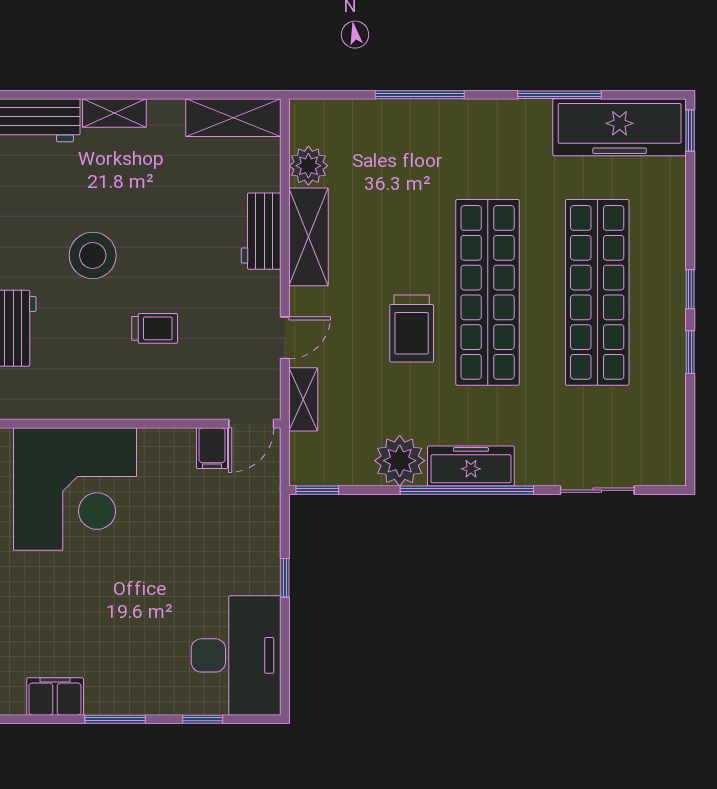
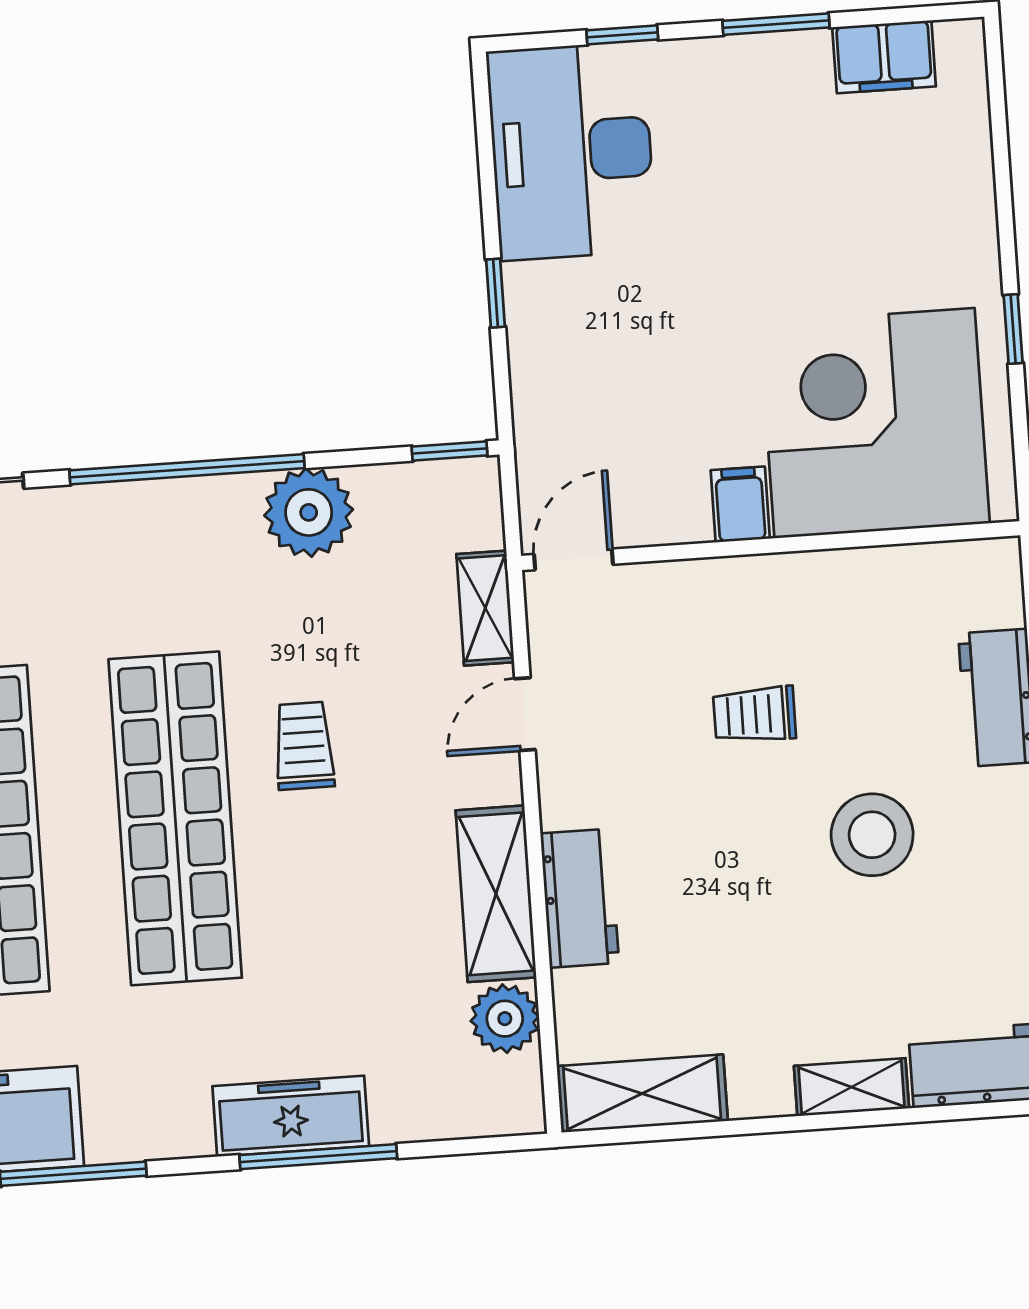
trolley: (412, 329) -> (304, 746), width x0.73, depth x0.72
filing cabinet: (212, 448) -> (740, 504), moved
freezer: (471, 466) -> (291, 1116), moved, turned 180

